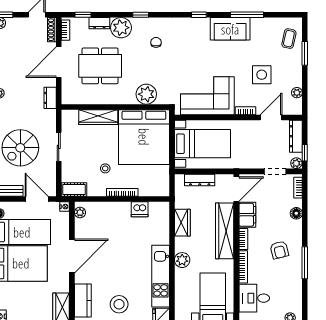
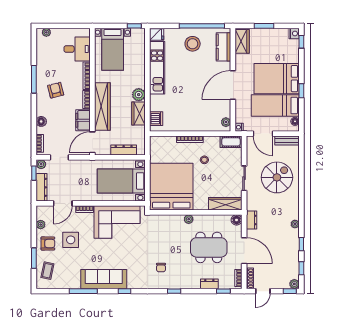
plant: (121, 28) -> (191, 280), removed
sofa: (230, 29) -> (104, 279), width x1.36
door: (59, 62) -> (244, 251), hinge flipped
armchair: (288, 70) -> (48, 243), added
plant: (146, 94) -> (189, 219), moved, width x0.53, depth x0.53
floor lamp: (68, 98) -> (237, 220), added
wardrobe: (98, 117) -> (225, 204), moved
dishwasher: (140, 209) -> (156, 119), moved, turned 90
plant: (182, 260) -> (139, 95), moved

